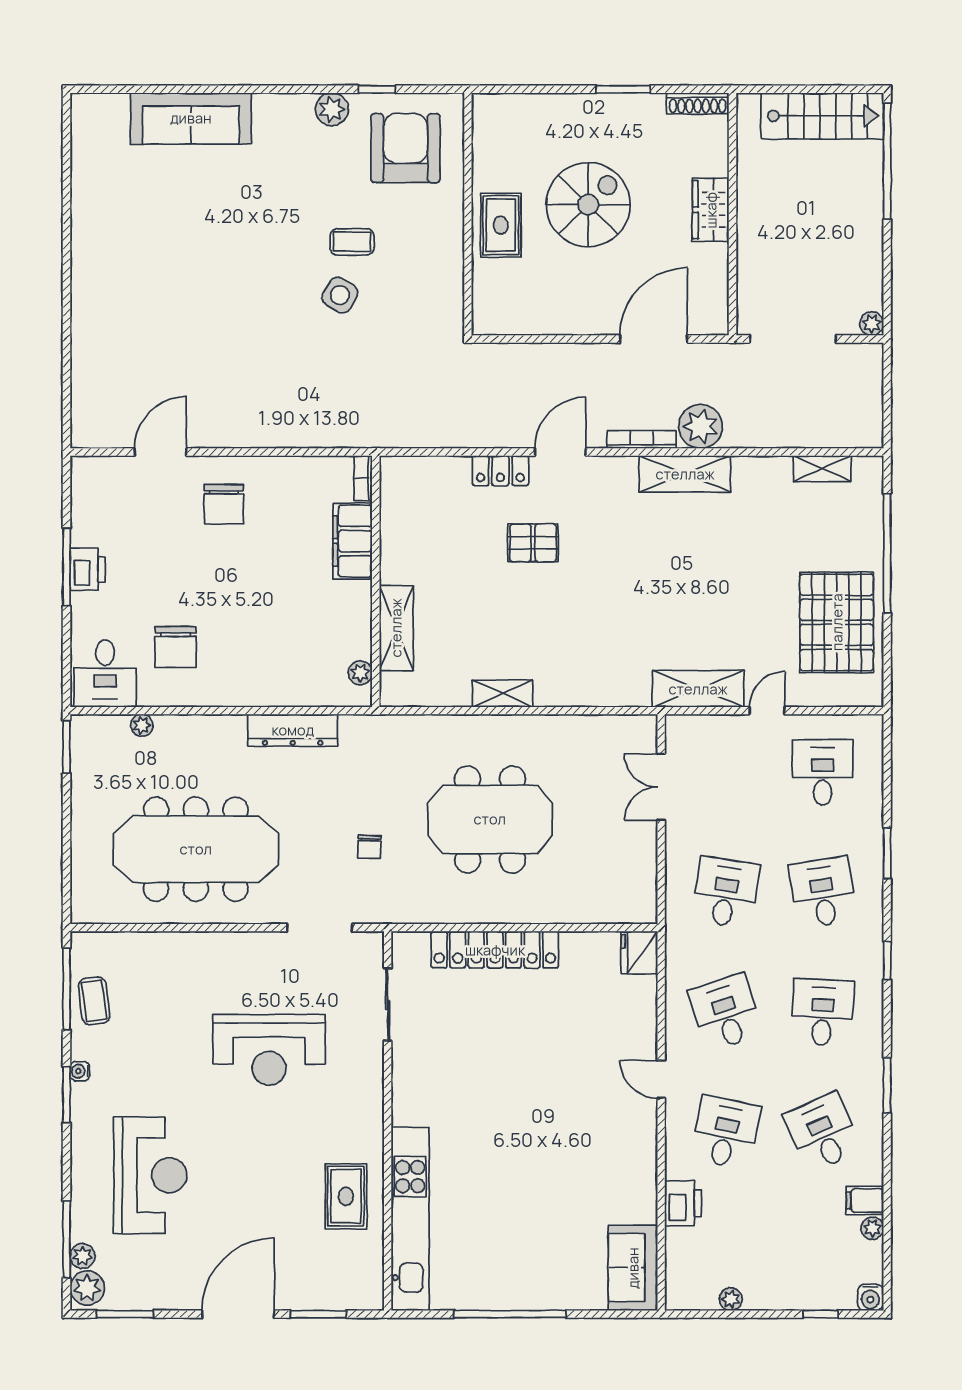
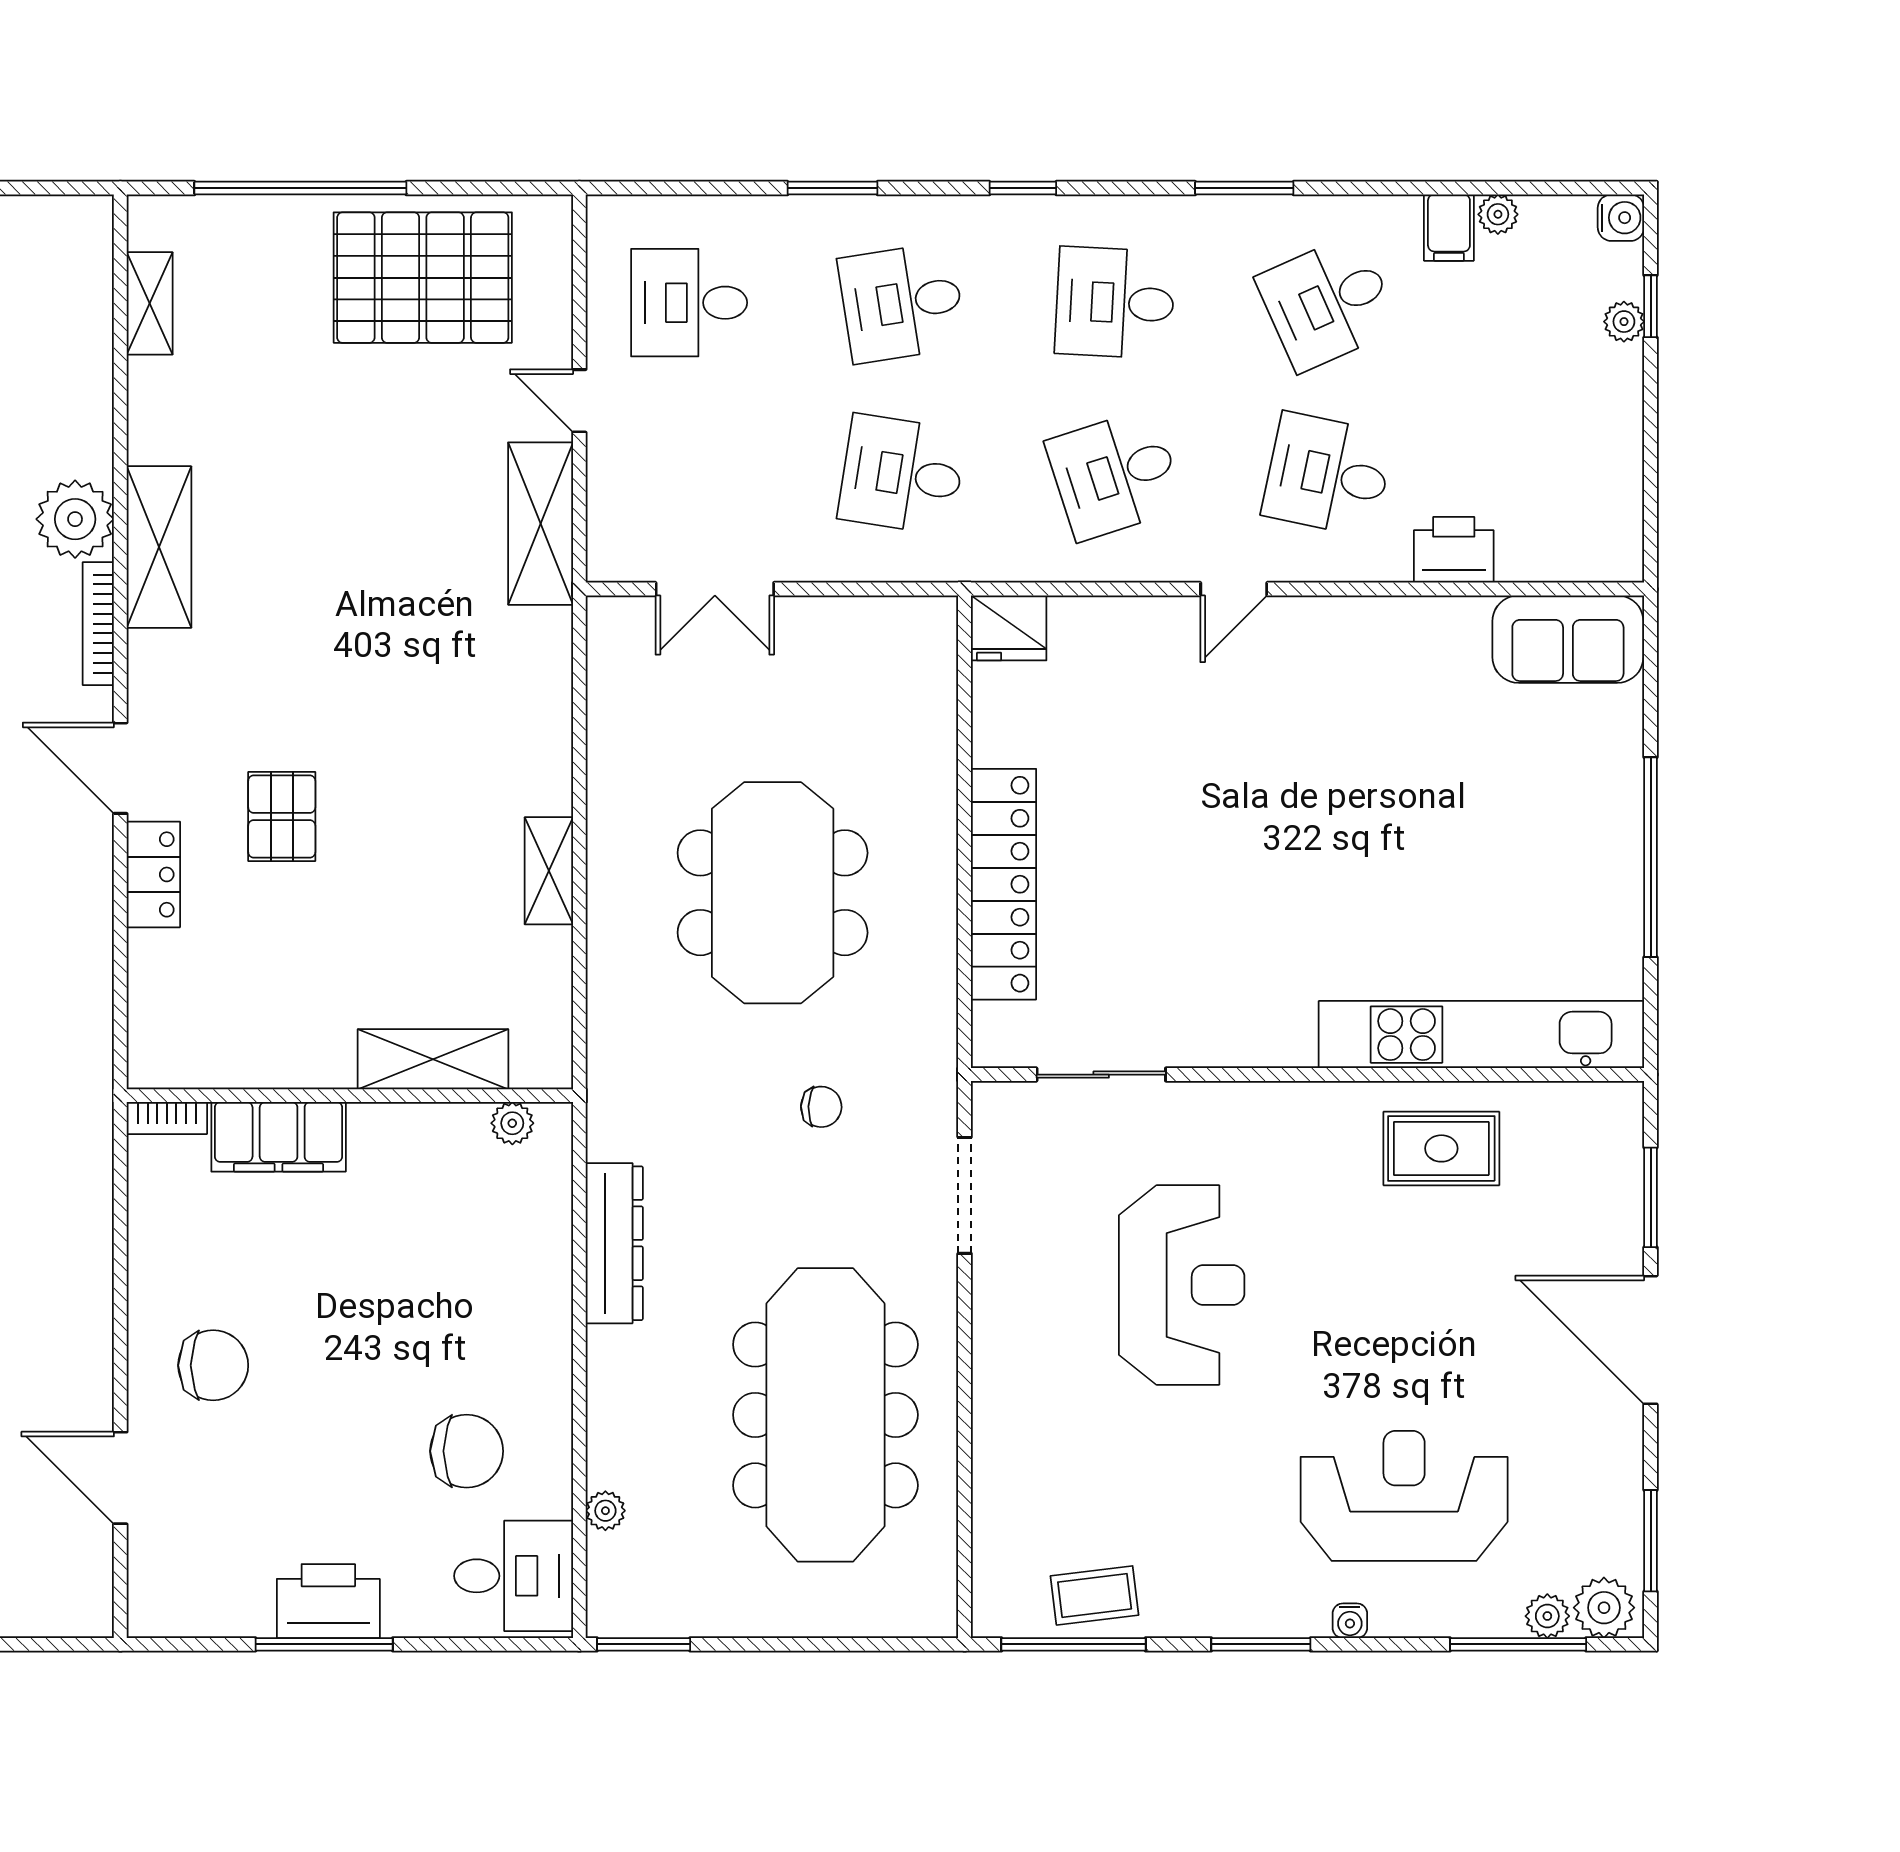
printer: (88, 569) -> (328, 1601), width x1.37, depth x1.19
water cooler: (80, 1071) -> (1350, 1621), moved
plant: (731, 1299) -> (1624, 322), moved

